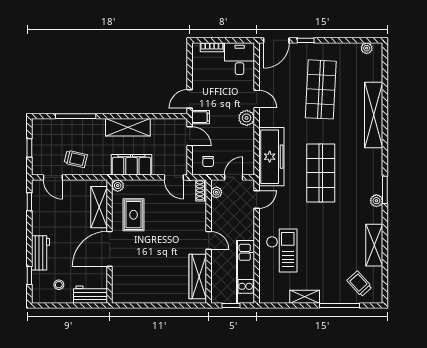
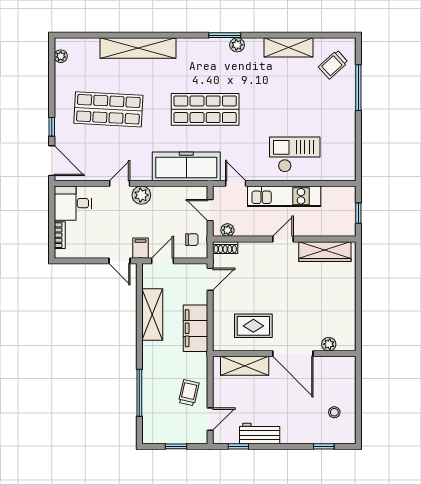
shelving: (128, 127) -> (152, 314), moved
plant: (118, 186) -> (329, 344), moved
workbench: (41, 253) -> (260, 433), moved
kitchen unit: (246, 272) -> (284, 196), moved
workbench: (90, 295) -> (346, 376), removed
shelving: (305, 297) -> (348, 128), removed

